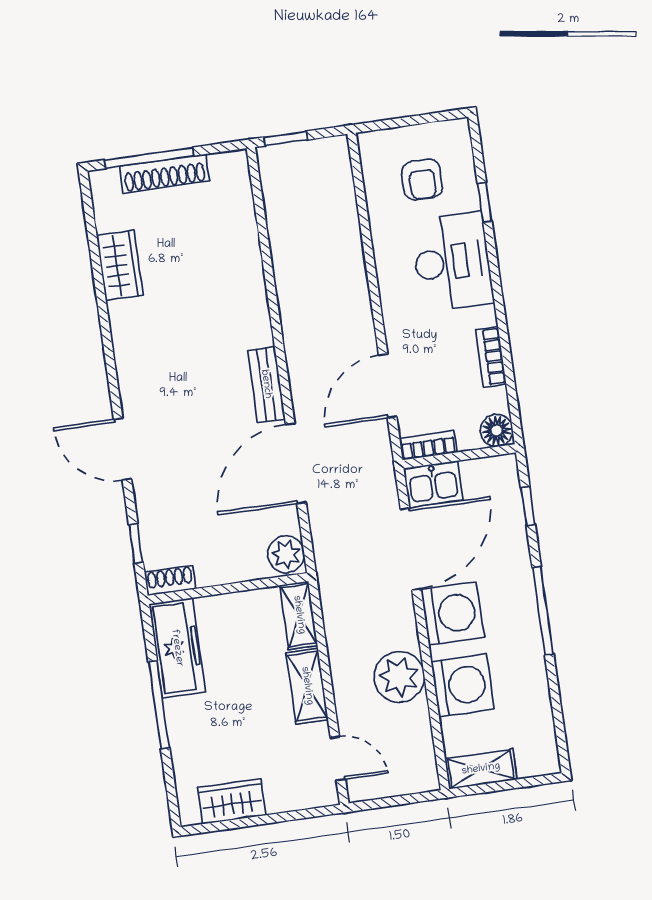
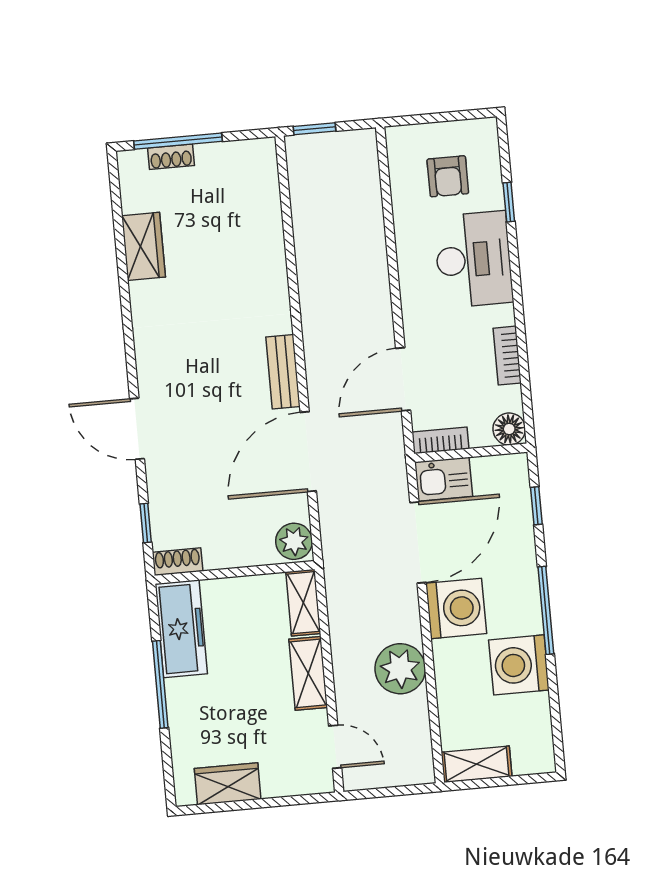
shoe rack: (164, 174) -> (171, 157), width x0.51, depth x0.81
washing machine: (462, 685) -> (519, 665), moved, turned 180

